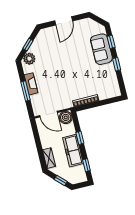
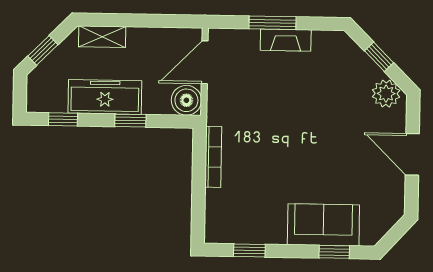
plant: (29, 59) -> (386, 94), moved
window: (117, 64) -> (249, 250), moved

